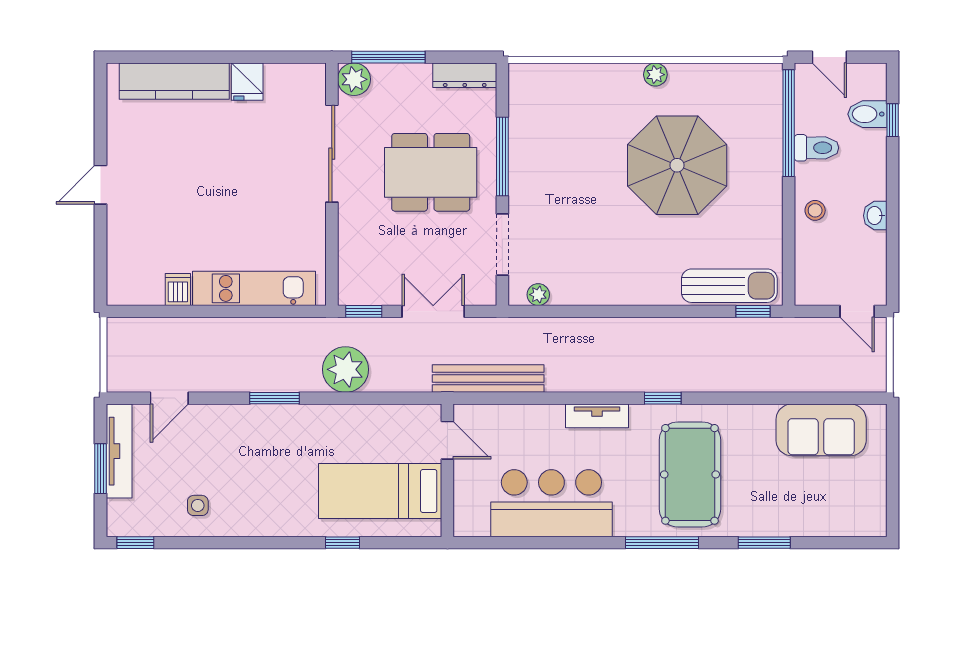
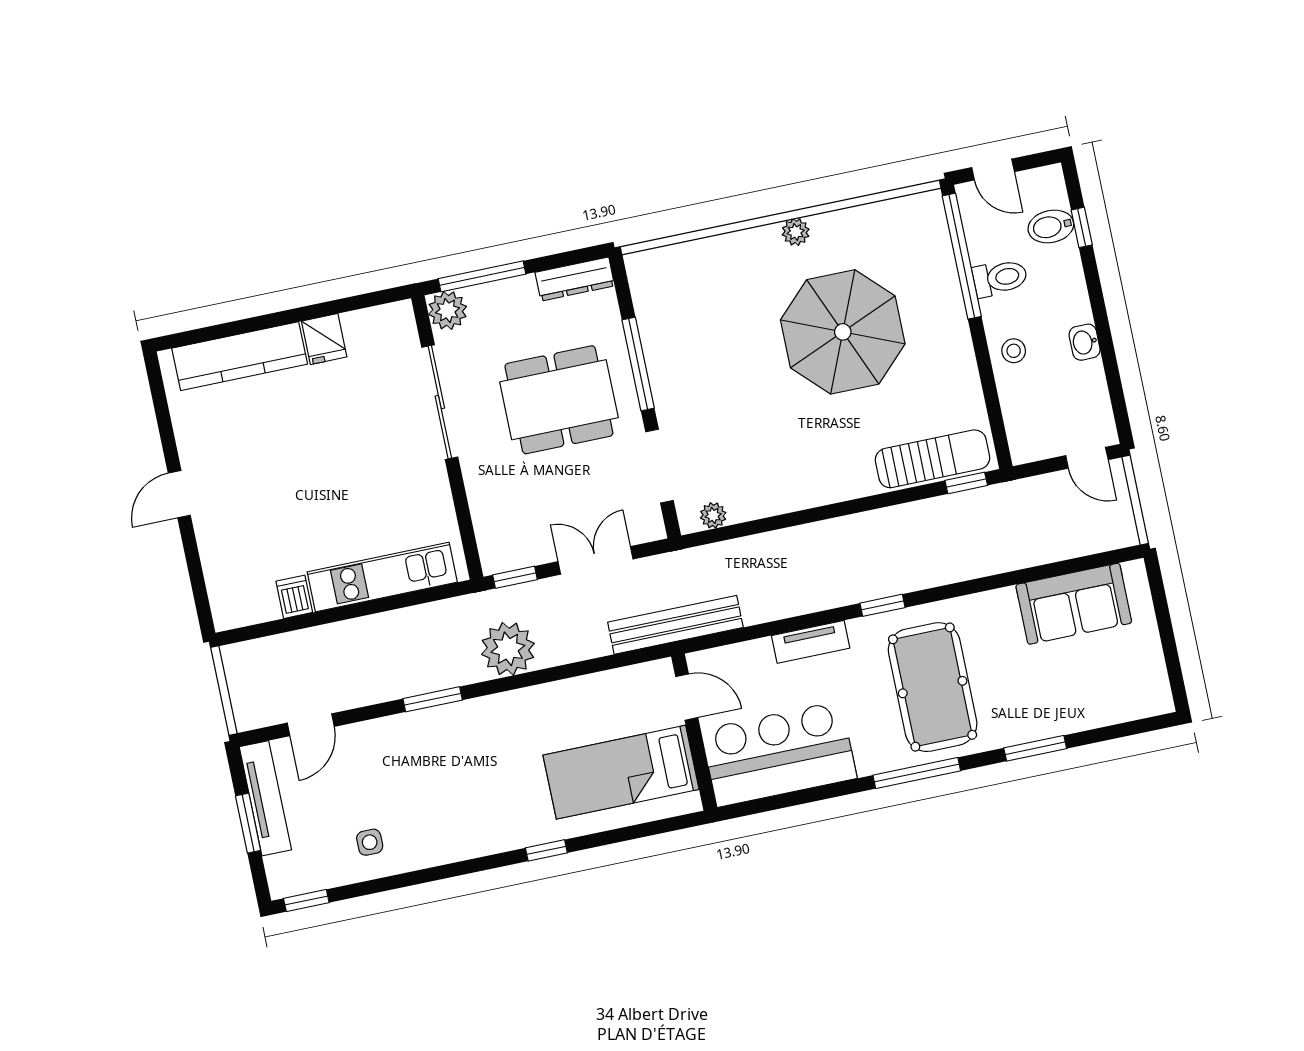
door: (447, 440) -> (687, 697), moved
wall: (447, 470) -> (694, 732), moved
bed: (380, 491) -> (621, 772), moved

